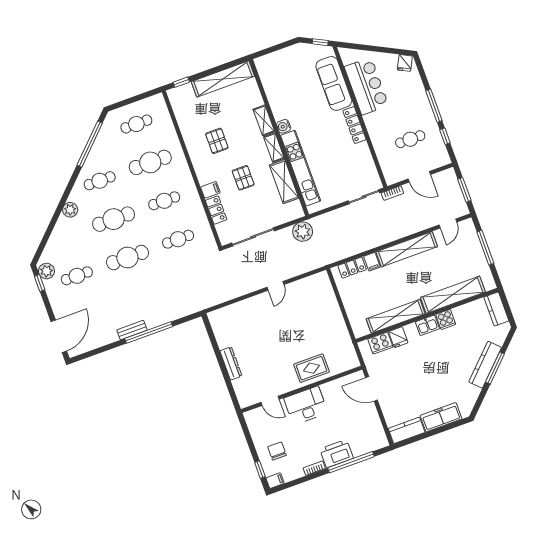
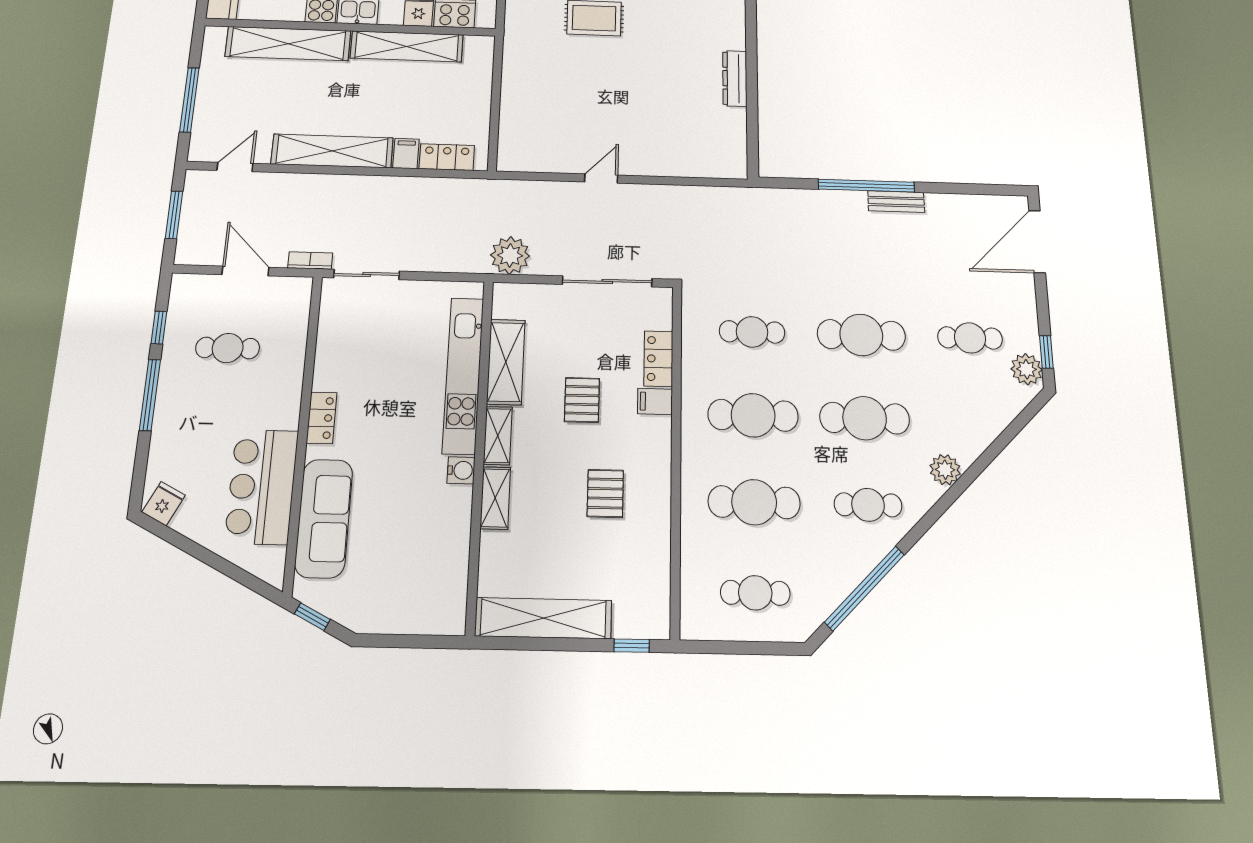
locker: (354, 125) -> (322, 418), width x0.66
cafe table: (164, 201) -> (753, 415), width x1.37, depth x1.35

